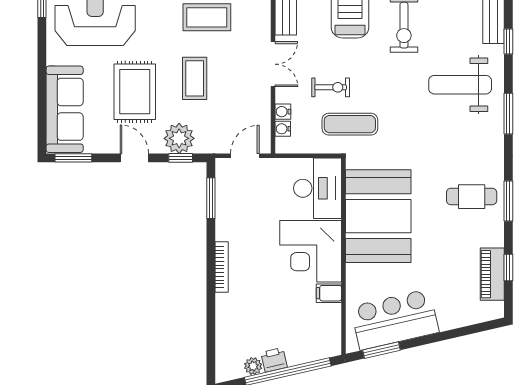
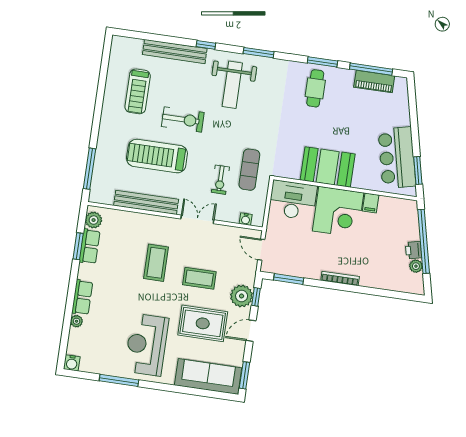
exercise bike: (331, 87) -> (220, 180), turned 180
water cooler: (283, 112) -> (233, 217), removed
booth: (378, 216) -> (328, 167), width x0.73, depth x0.70
window: (508, 268) -> (371, 69), width x2.17

